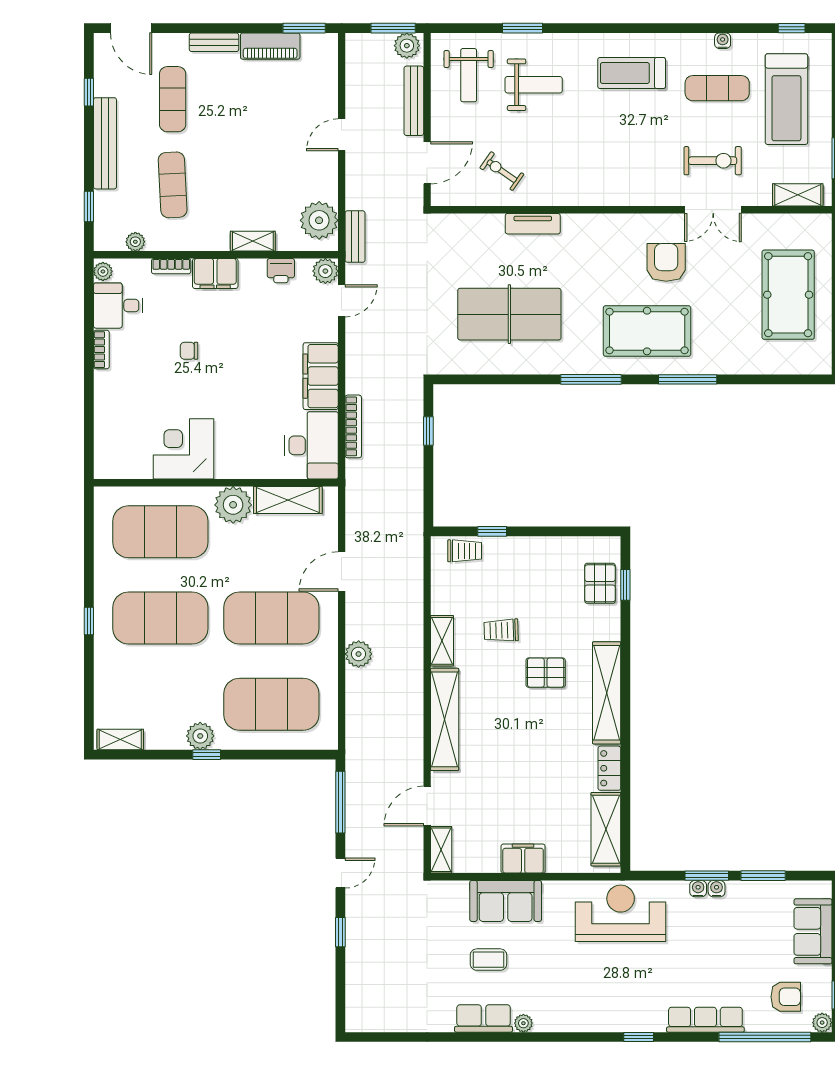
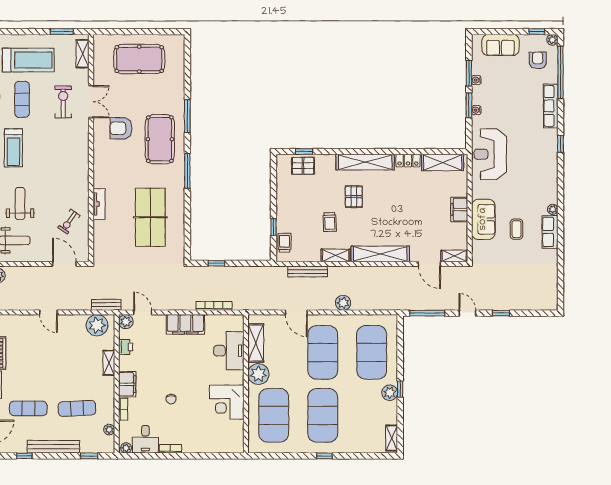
bench: (414, 101) -> (308, 272), moved
desk: (312, 445) -> (229, 351), moved, turned 90
water cooler: (717, 889) -> (476, 80), moved

